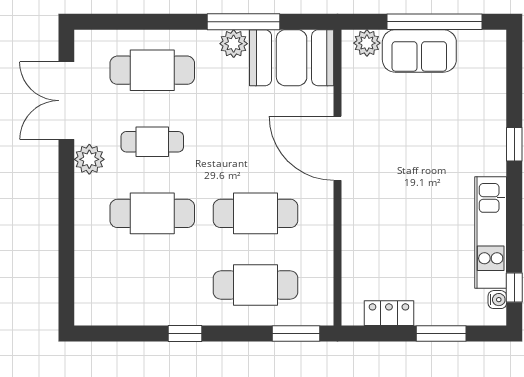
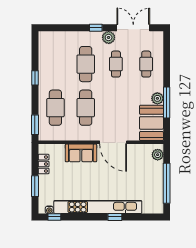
sofa: (419, 51) -> (81, 153), moved, turned -90
cafe table: (152, 70) -> (146, 64), width x0.73, depth x0.74
door: (337, 148) -> (113, 142), swing flipped
window: (66, 189) -> (96, 28), added
kitchen unit: (491, 233) -> (98, 207), width x1.86

